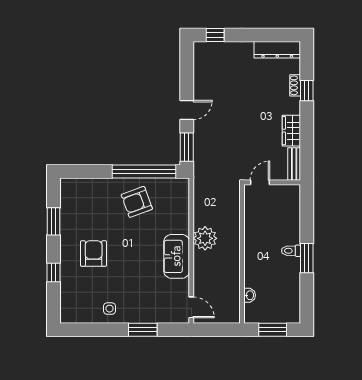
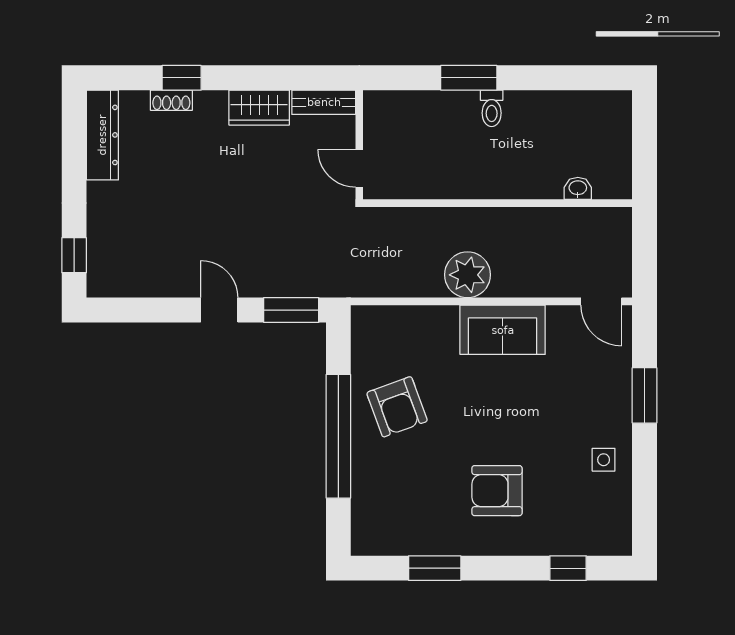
window: (144, 172) -> (338, 436), moved
window: (307, 258) -> (469, 78), moved
window: (53, 272) -> (568, 568), moved
door: (191, 307) -> (601, 301), swing flipped
window: (273, 330) -> (644, 144), removed

